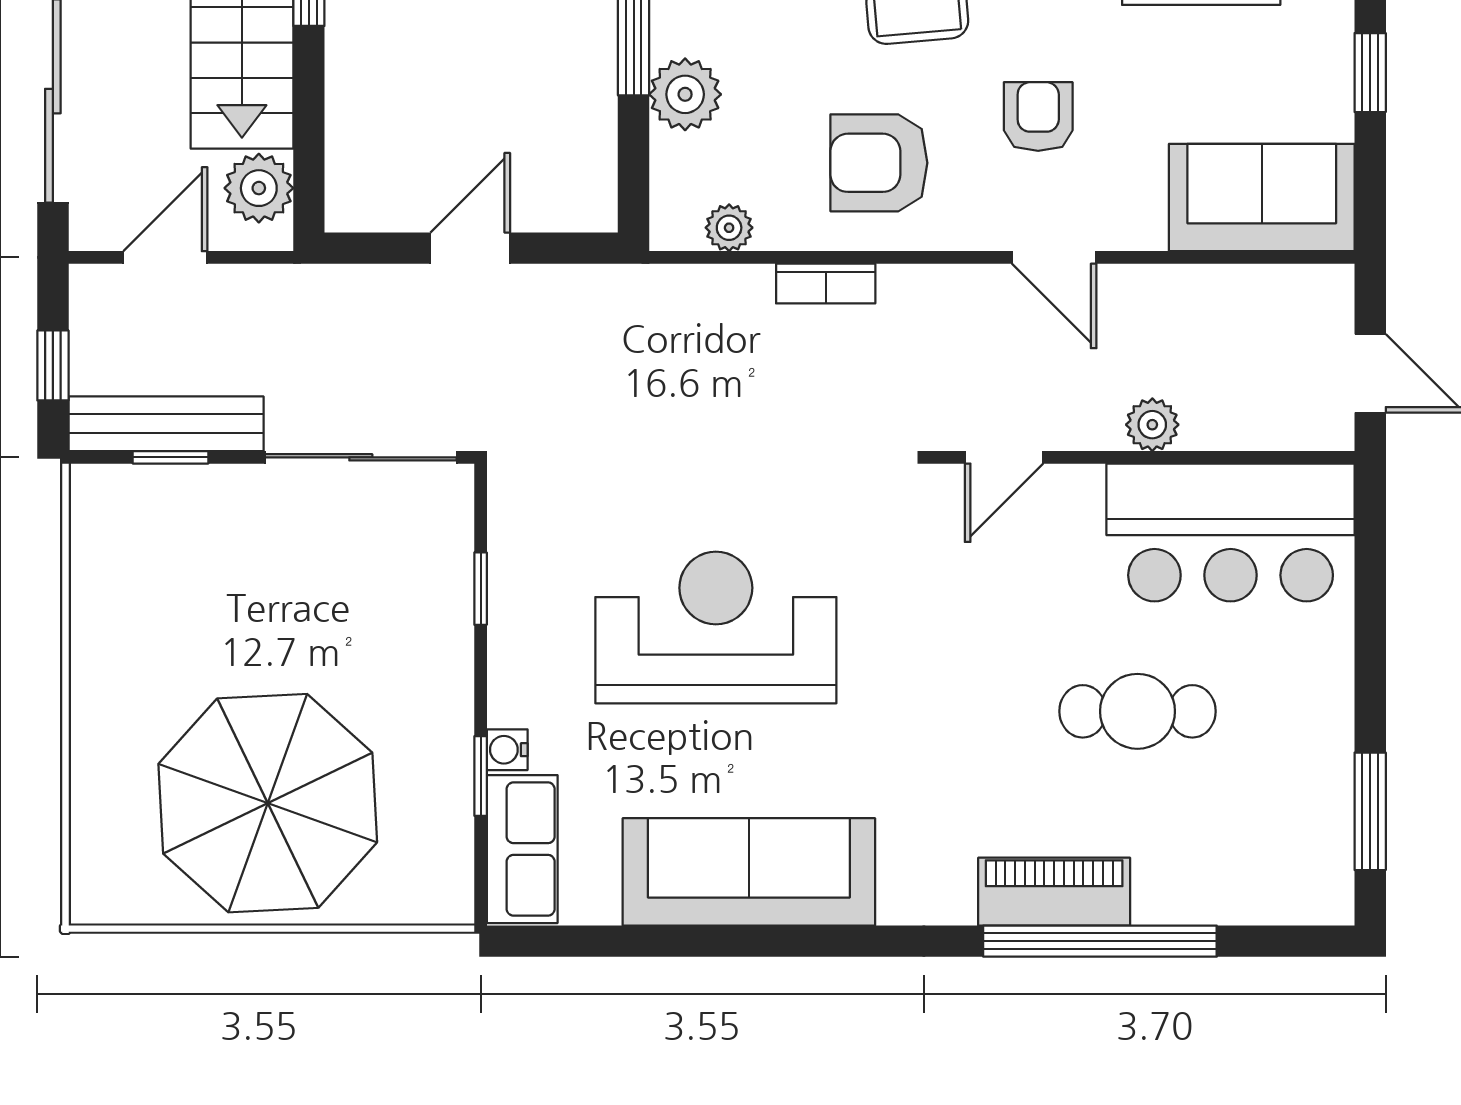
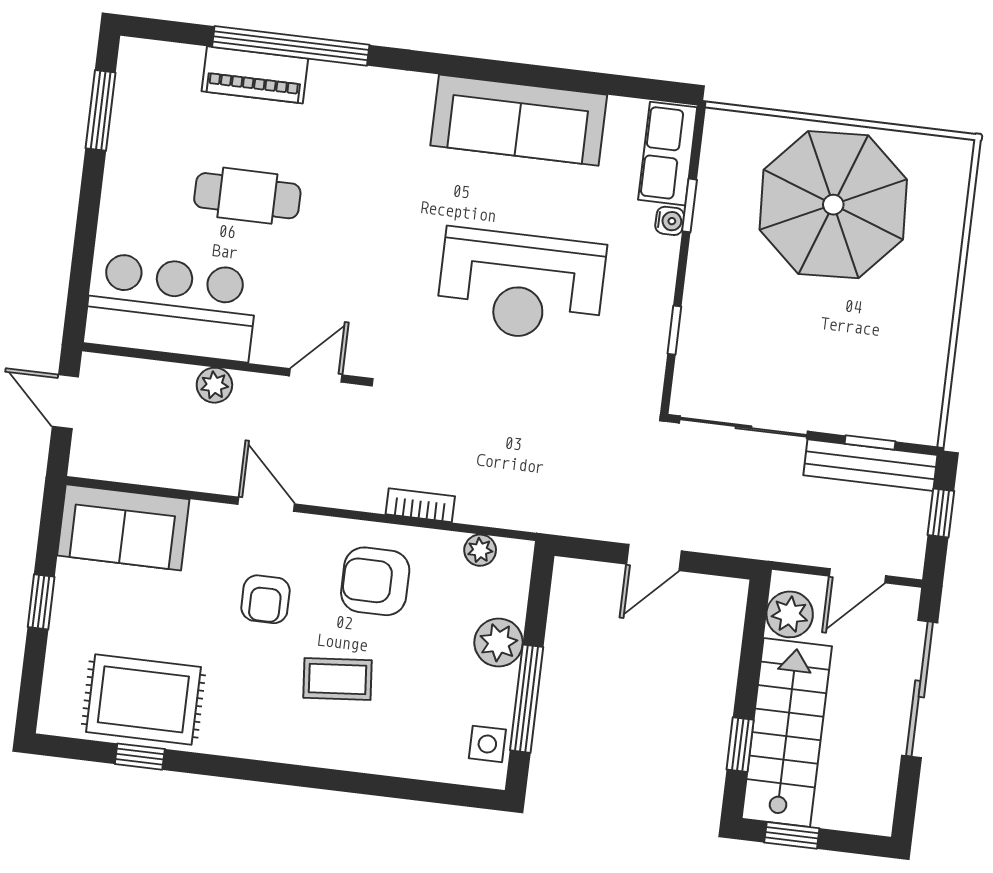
armchair: (879, 163) -> (375, 581), turned 180
piano: (1054, 892) -> (255, 75), moved

